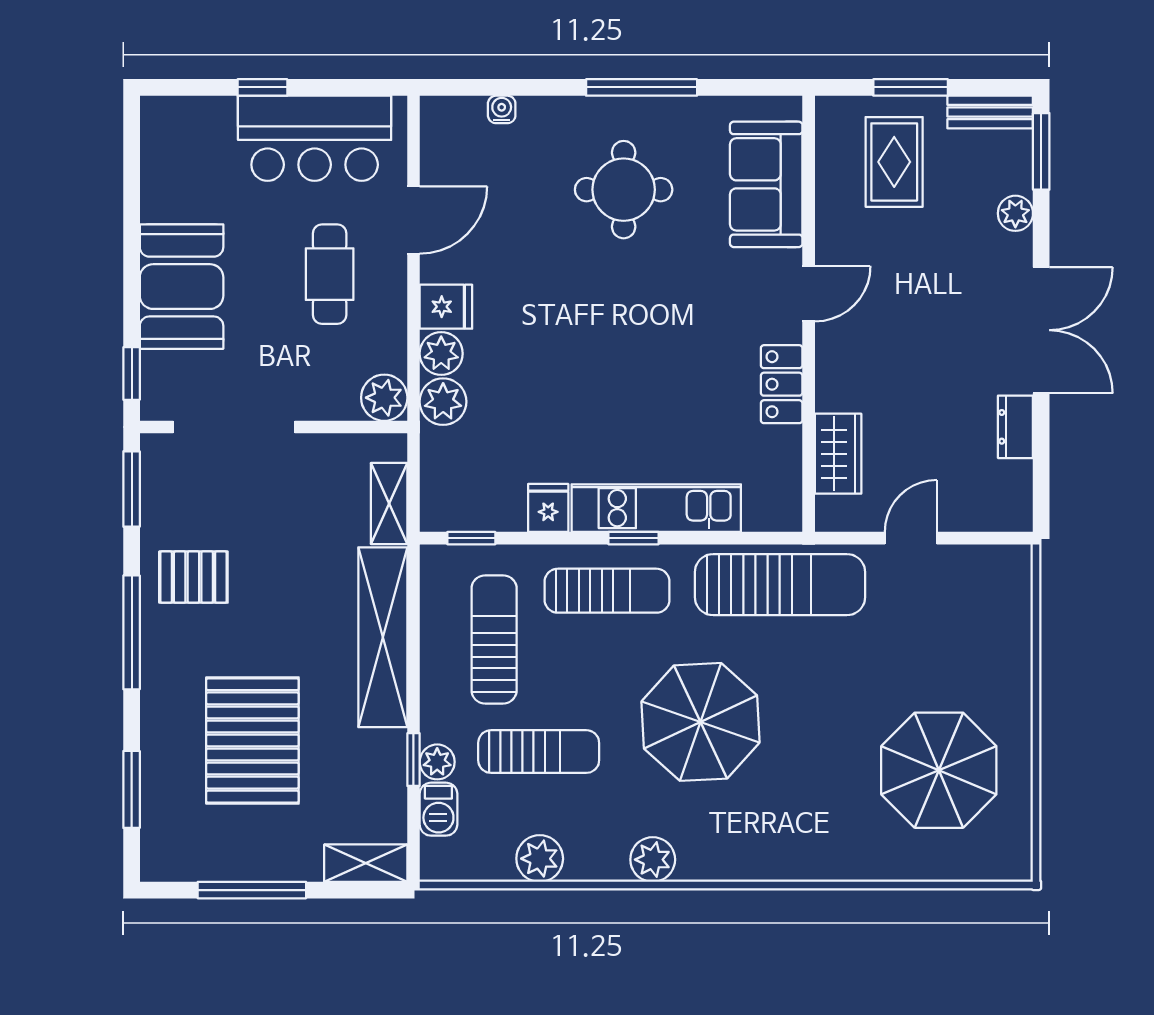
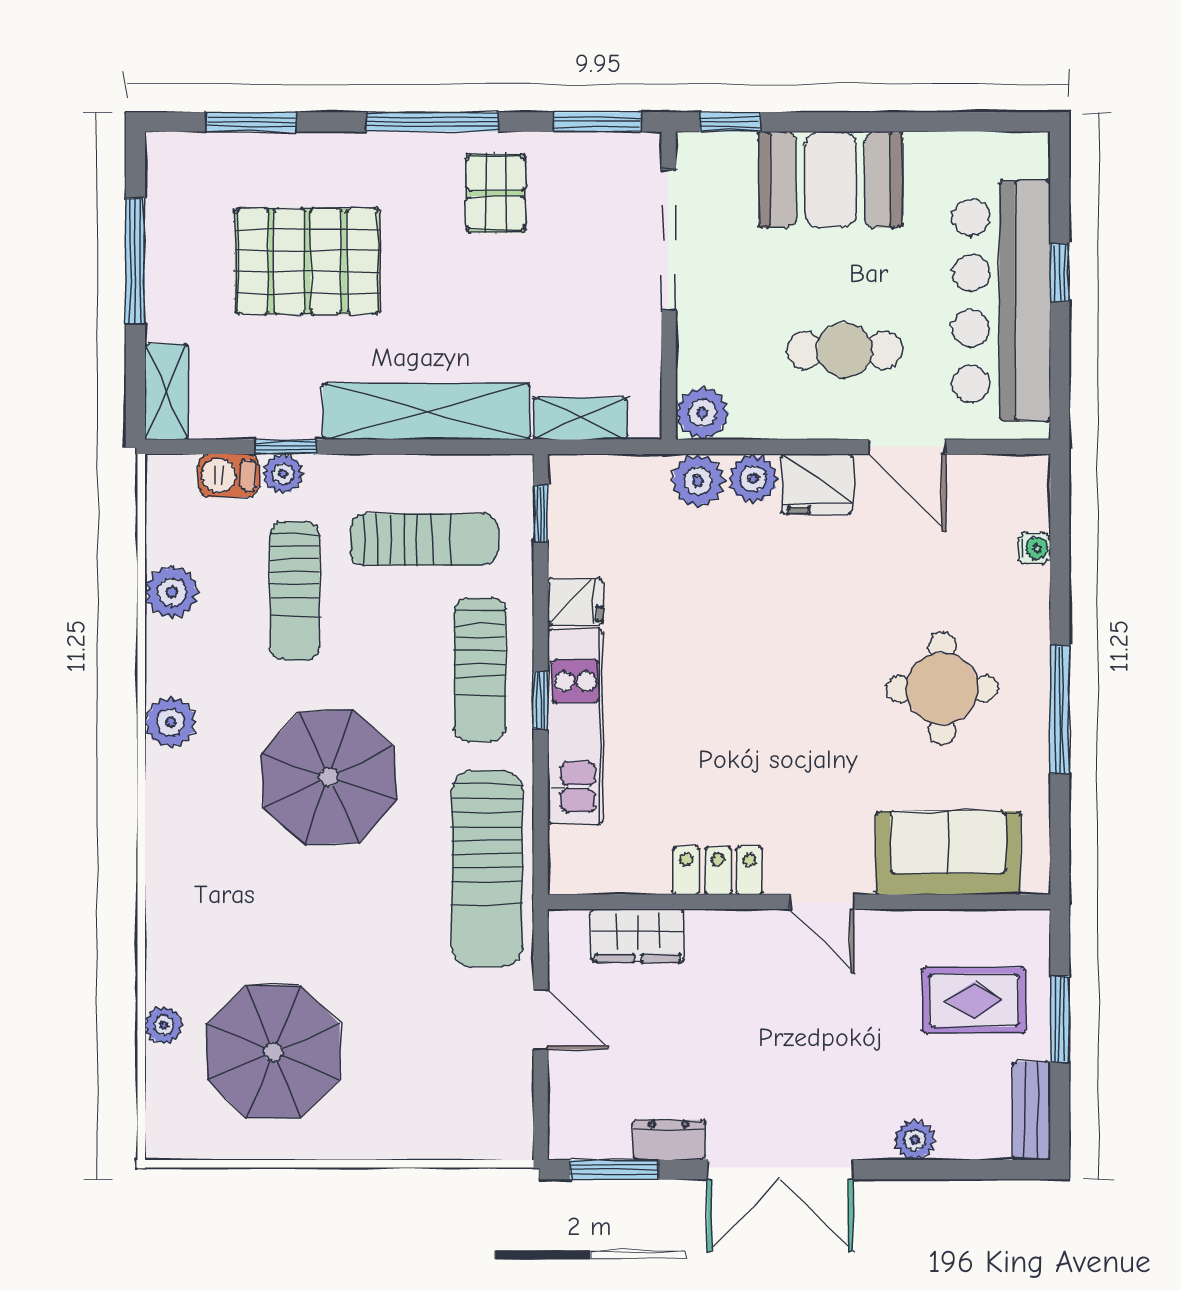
bar counter: (315, 138) -> (1001, 301), width x1.36
window: (1041, 151) -> (614, 1170), moved
fridge: (446, 307) -> (817, 484), width x1.38
plant: (916, 865) -> (164, 1025), added

